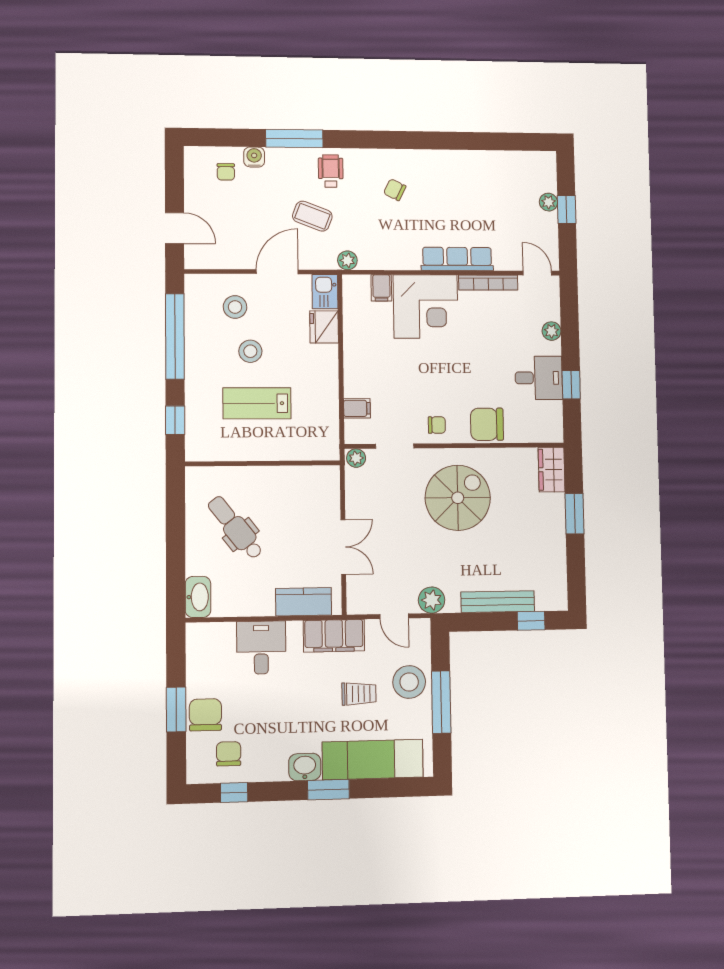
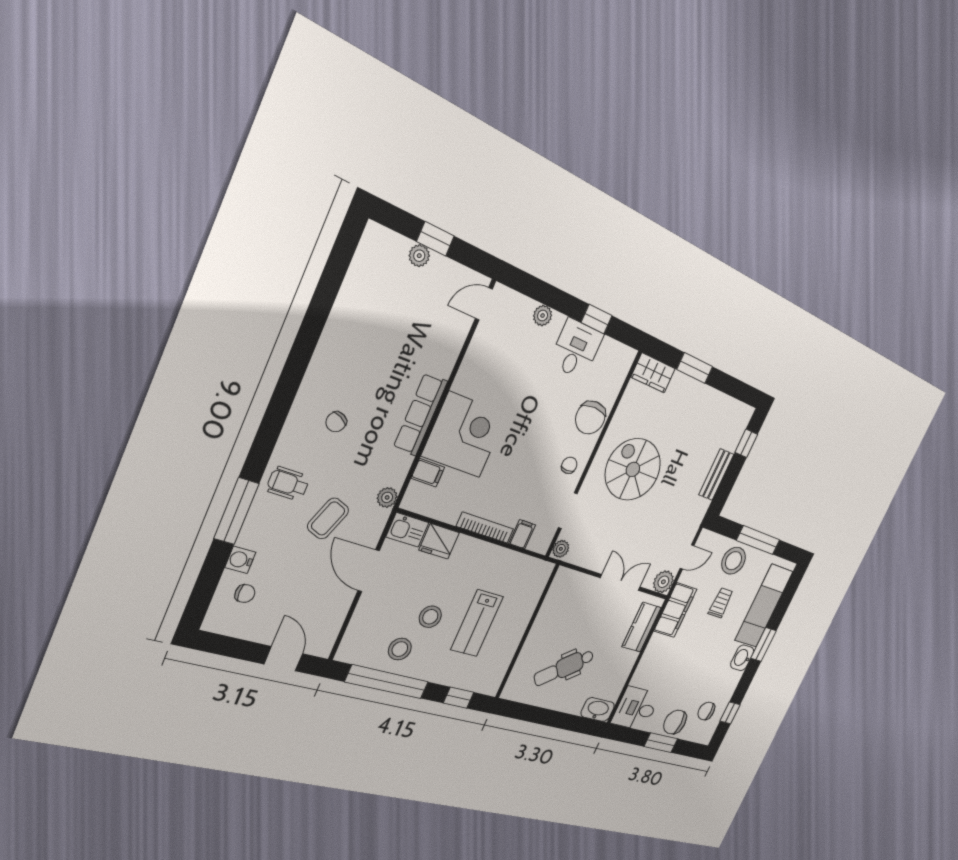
door: (175, 228) -> (283, 659), hinge flipped
row of seats: (457, 259) -> (420, 414), moved
bookcase: (488, 283) -> (485, 528), moved, turned -90
stool: (235, 307) -> (400, 649), moved
plant: (432, 600) -> (663, 582), moved
bench: (498, 602) -> (716, 475), width x0.73
desk: (261, 648) -> (636, 709), moved

